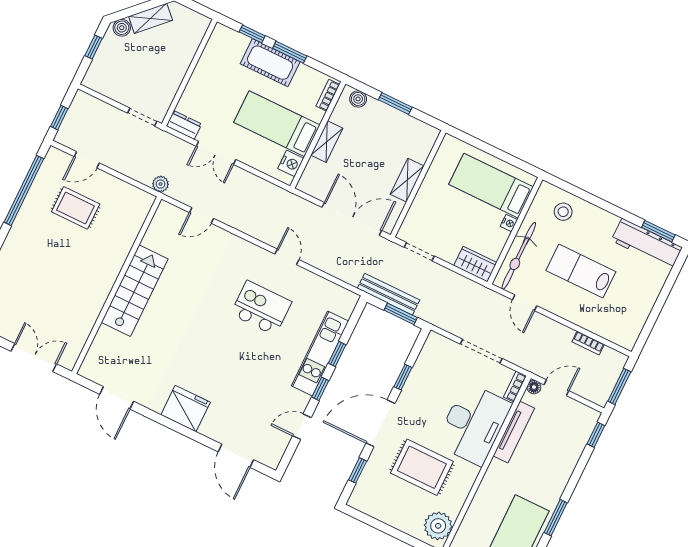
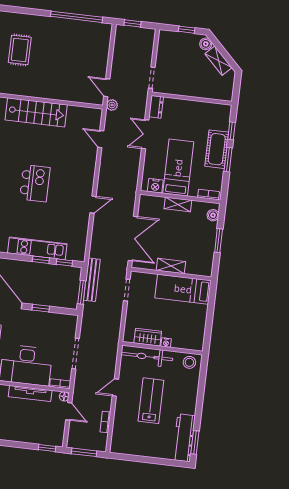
door: (87, 160) -> (107, 88), moved
bed: (491, 186) -> (183, 289), moved, turned -90
rug: (76, 208) -> (20, 50), moved
stool: (563, 212) -> (189, 362), moved
wardrobe: (475, 264) -> (148, 337), moved, turned -90
door: (525, 303) -> (115, 387), moved
kitchen island: (261, 308) -> (35, 183), moved
window: (320, 389) -> (64, 263), moved

